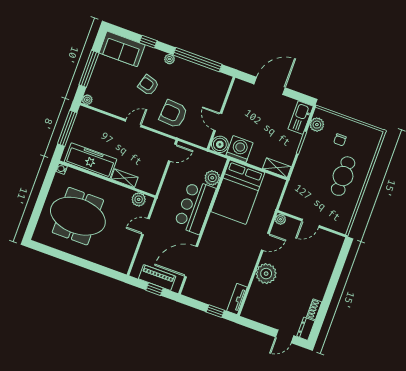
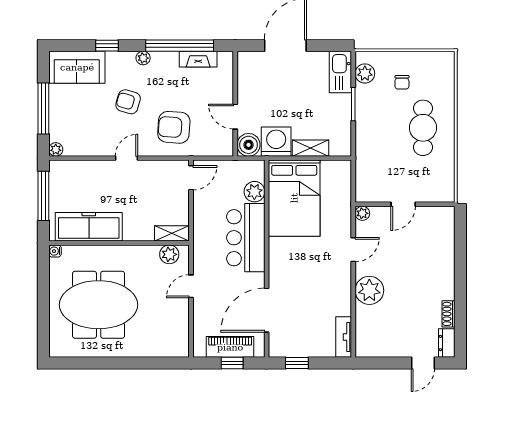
fireplace: (207, 73) -> (198, 59), added
shelving: (277, 168) -> (310, 148), moved
shelving: (124, 178) -> (172, 233), moved
window: (215, 311) -> (297, 363), moved

